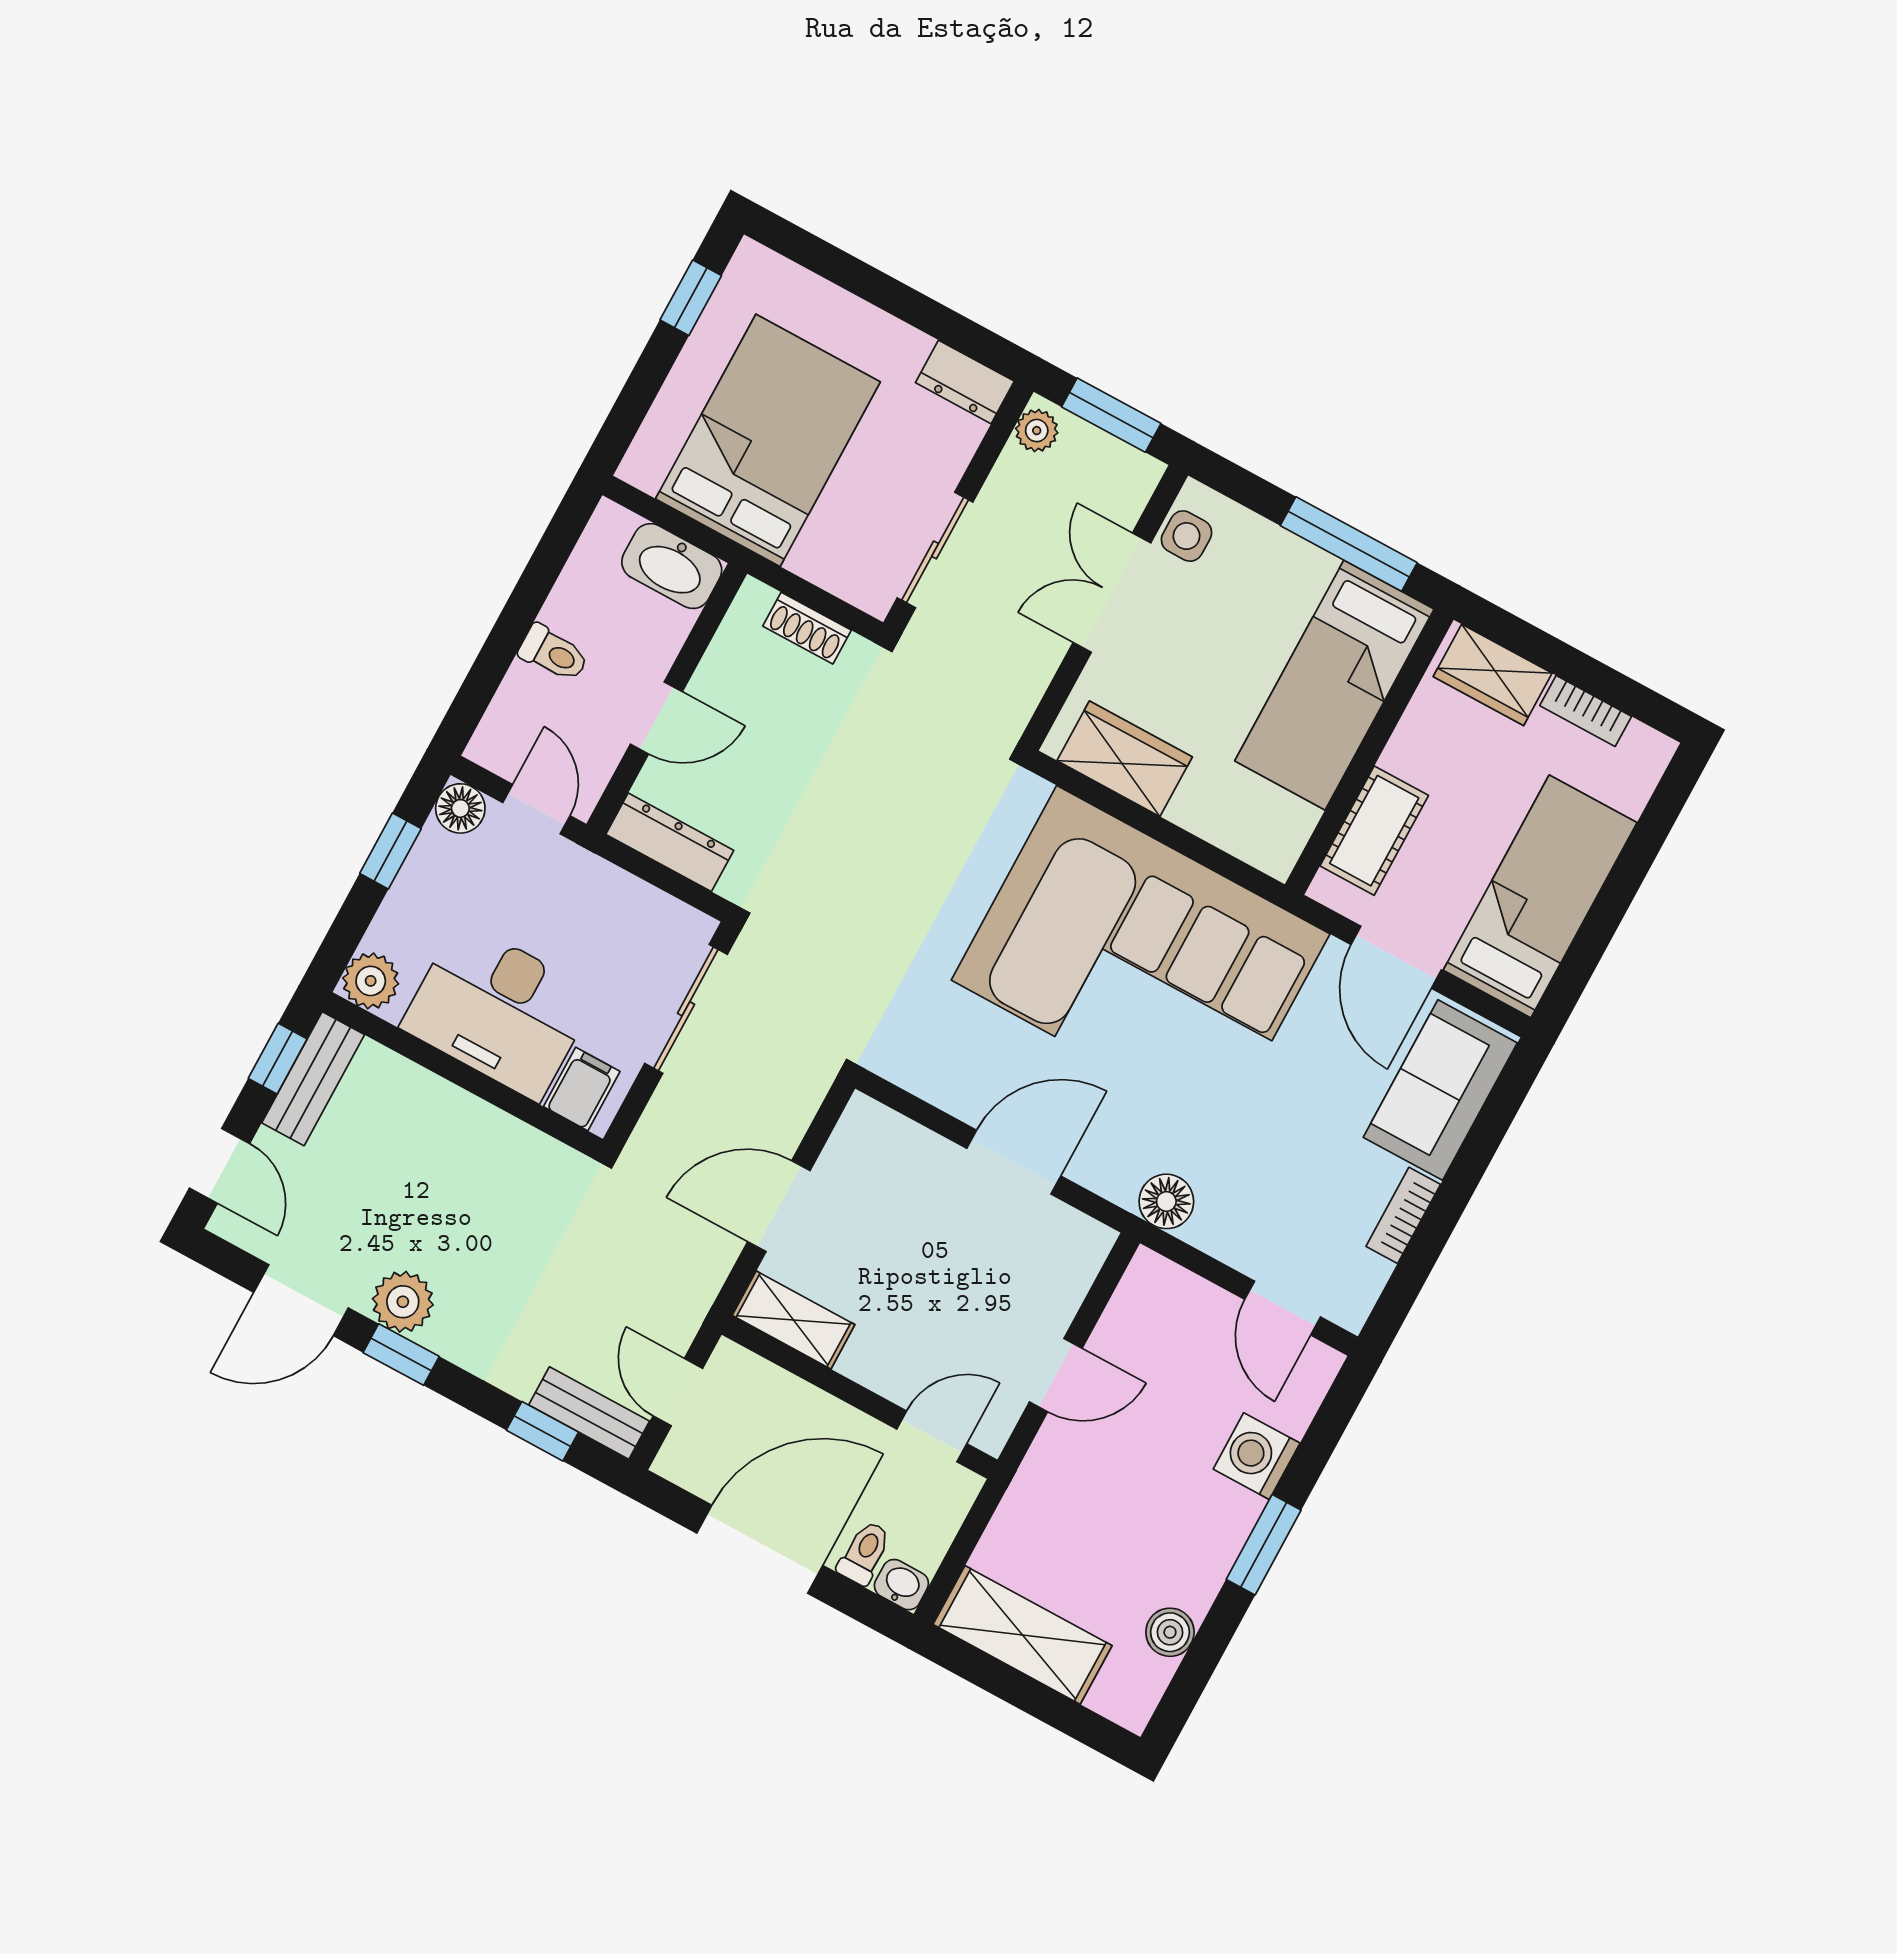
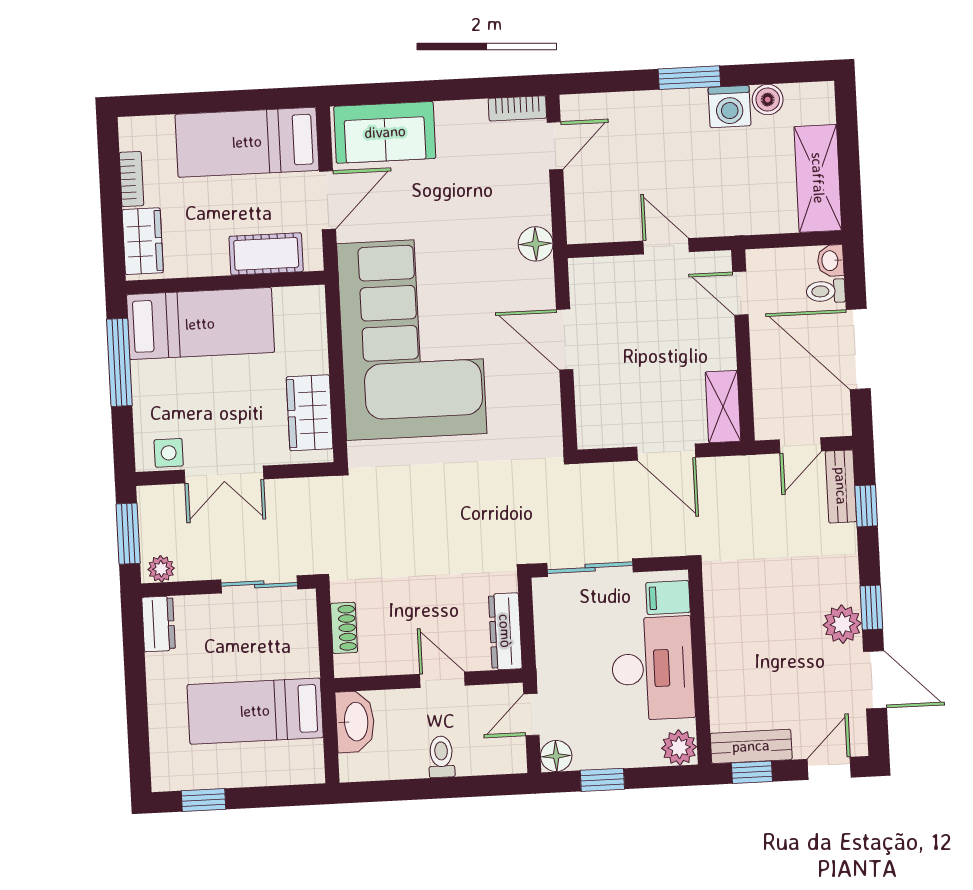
bed: (768, 440) -> (255, 711), width x0.67
bookcase: (1403, 1215) -> (517, 108), moved
washing machine: (1257, 1456) -> (729, 107), moved

